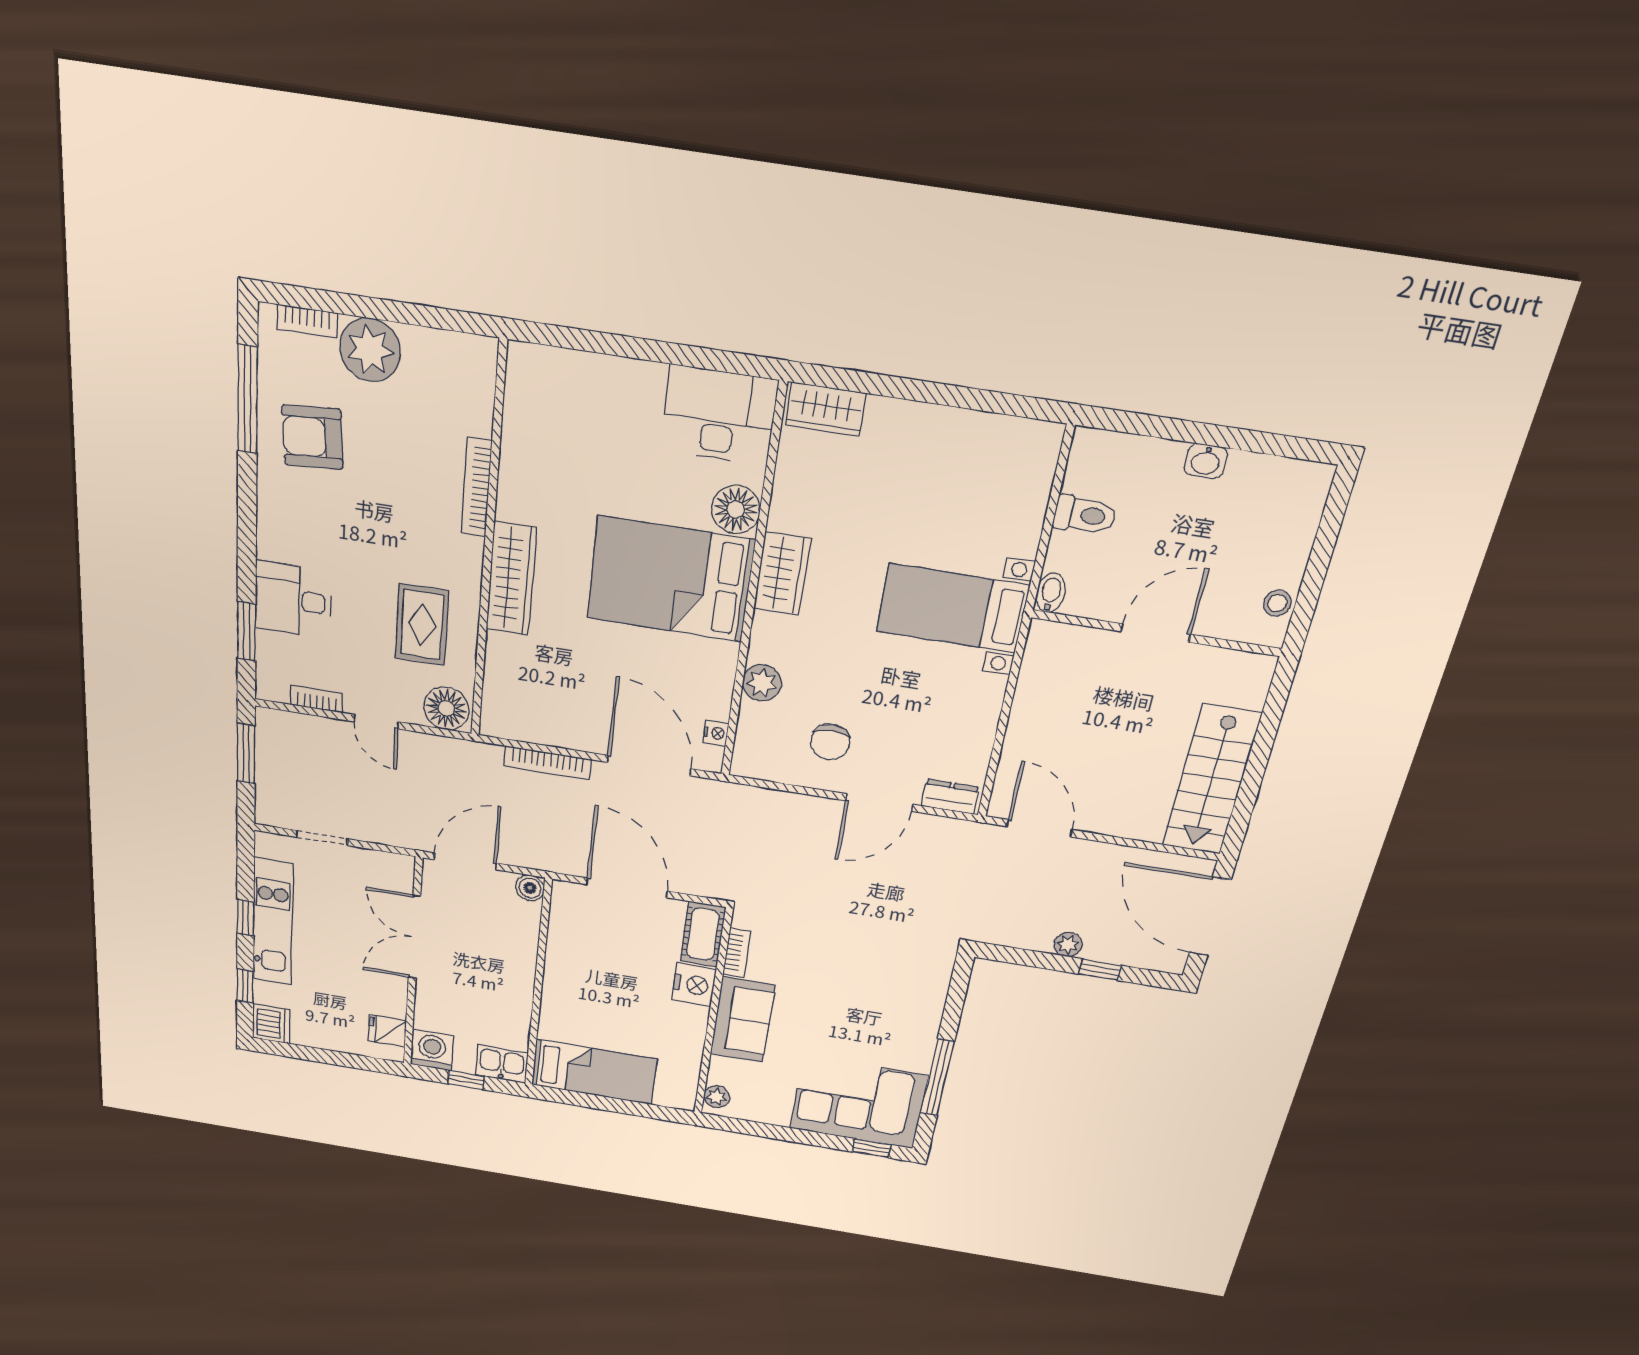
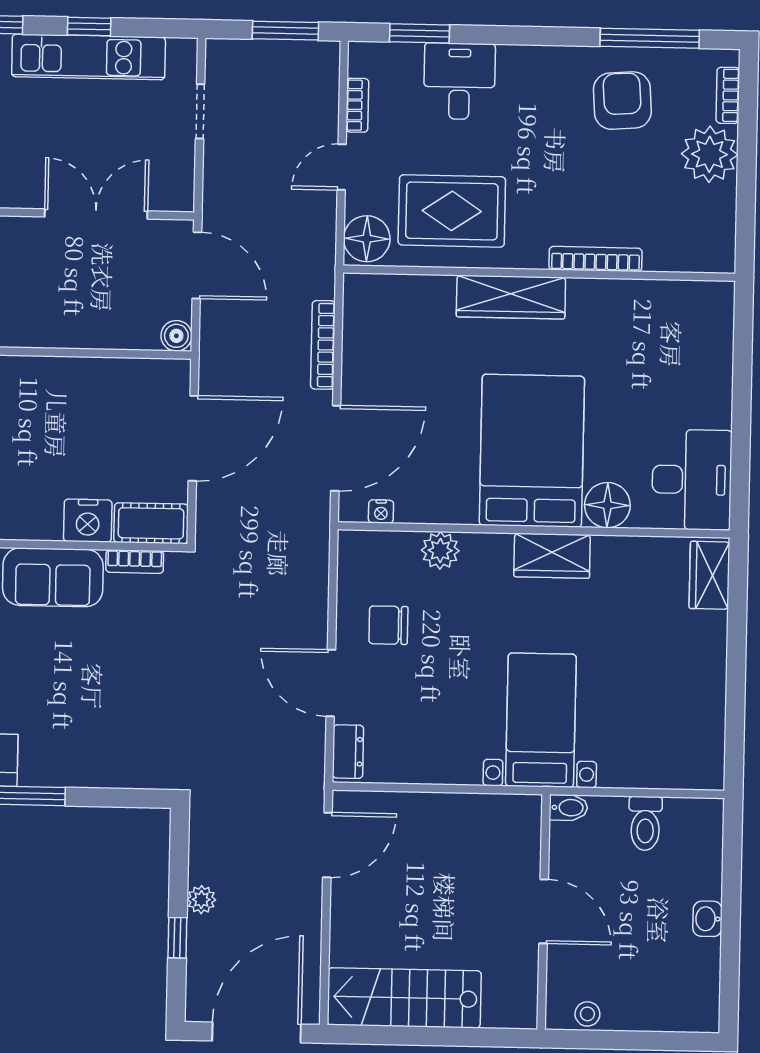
rug: (422, 625) -> (452, 211), width x1.36, depth x1.43

